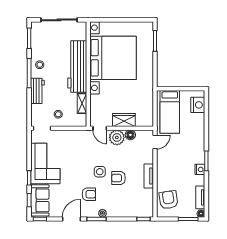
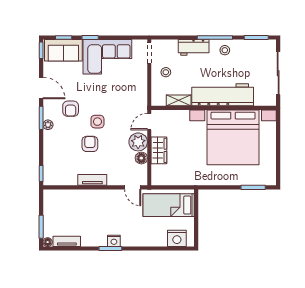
nightstand: (200, 169) -> (114, 241), moved
armchair: (169, 200) -> (64, 204), removed

